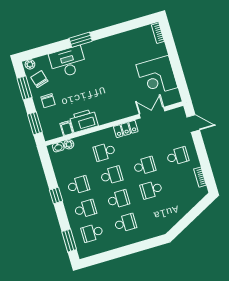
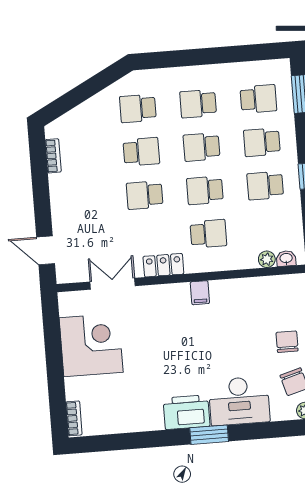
double door: (152, 113) -> (113, 284), swing flipped
printer: (84, 121) -> (186, 412), moved, turned 180
filing cabinet: (67, 128) -> (200, 293), moved
school desk: (177, 156) -> (138, 108), moved

